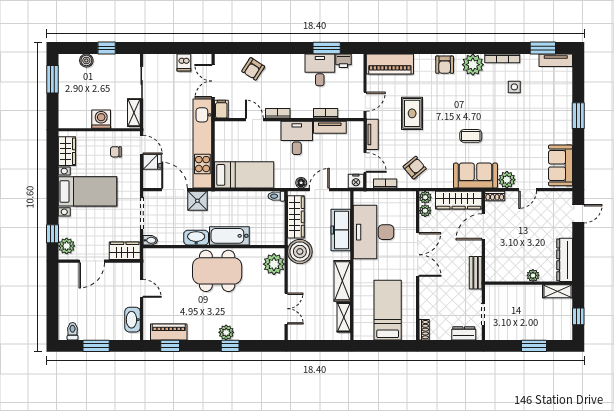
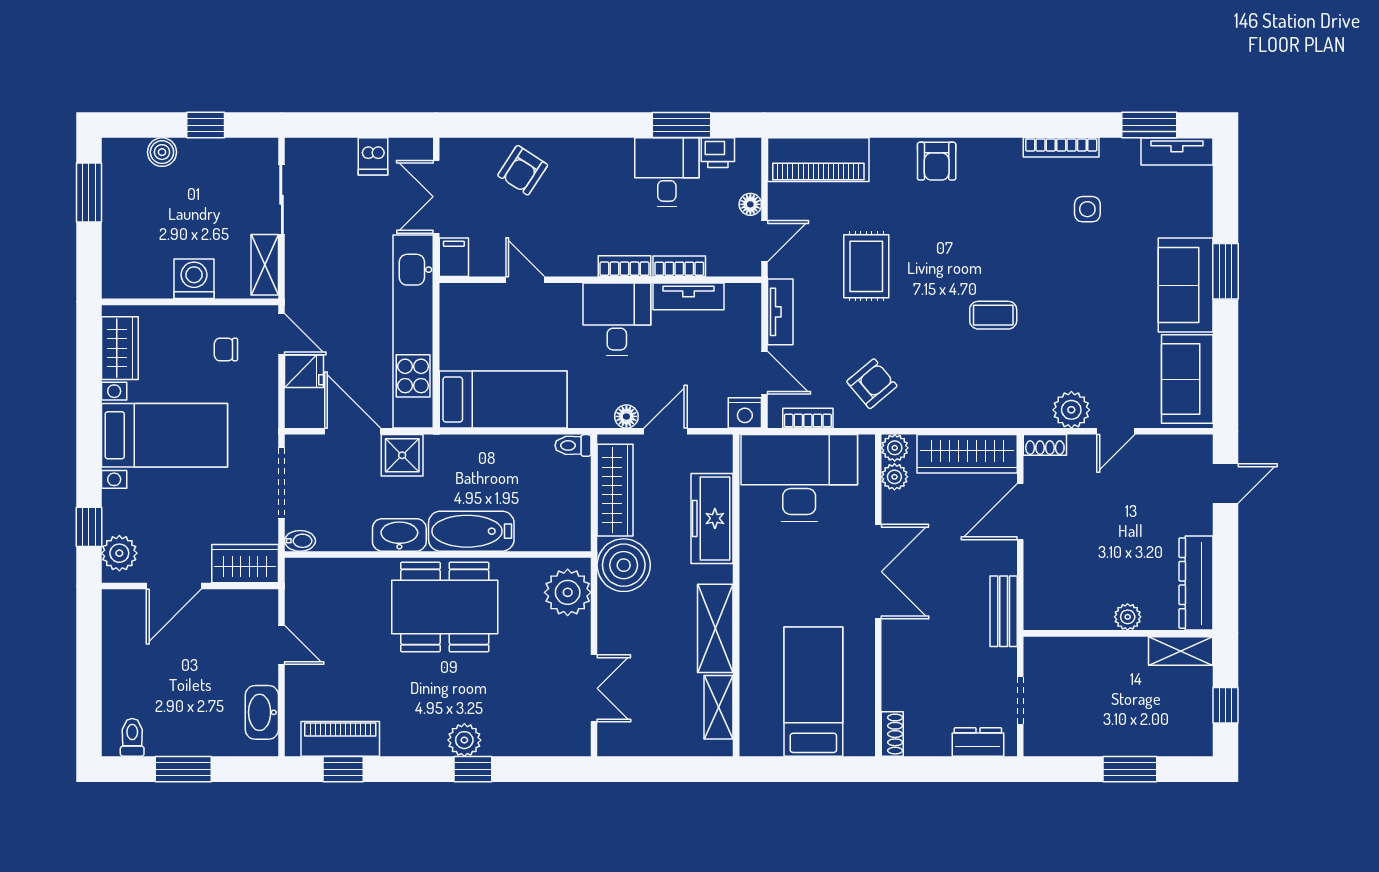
plant: (473, 65) -> (998, 161), removed
floor lamp: (358, 85) -> (750, 204), added
bookcase: (278, 113) -> (625, 266), moved
sofa: (475, 176) -> (1186, 285), moved, turned -90
desk: (373, 232) -> (799, 478), moved, turned 90

